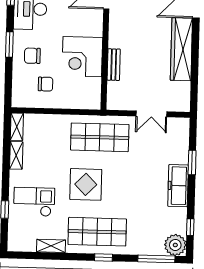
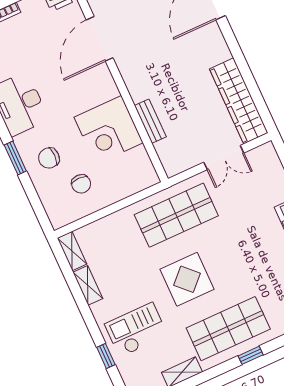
wardrobe: (181, 49) -> (239, 101), moved
chair: (46, 84) -> (81, 184), turned 90

